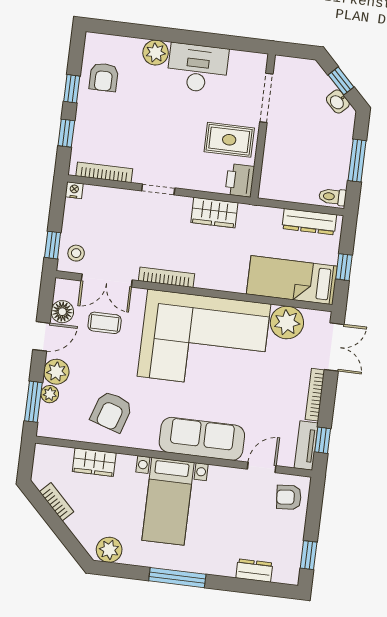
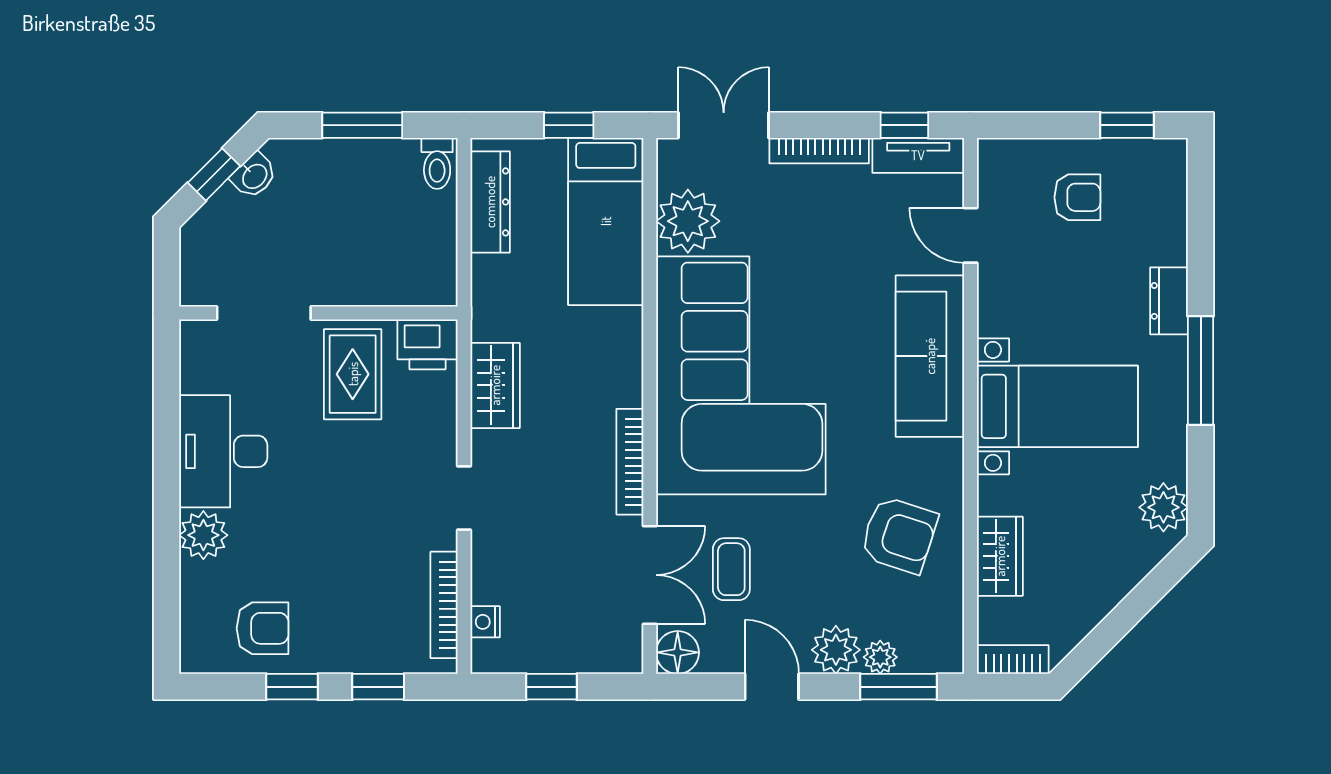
nightstand: (74, 190) -> (485, 622), moved
window: (53, 245) -> (552, 687), moved
stool: (76, 253) -> (605, 640), removed
floor lamp: (62, 312) -> (678, 652), moved
armchair: (289, 497) -> (1077, 197), moved, turned -85
bookcase: (57, 502) -> (1013, 660), moved, turned 45
dresser: (254, 570) -> (1169, 301), moved

